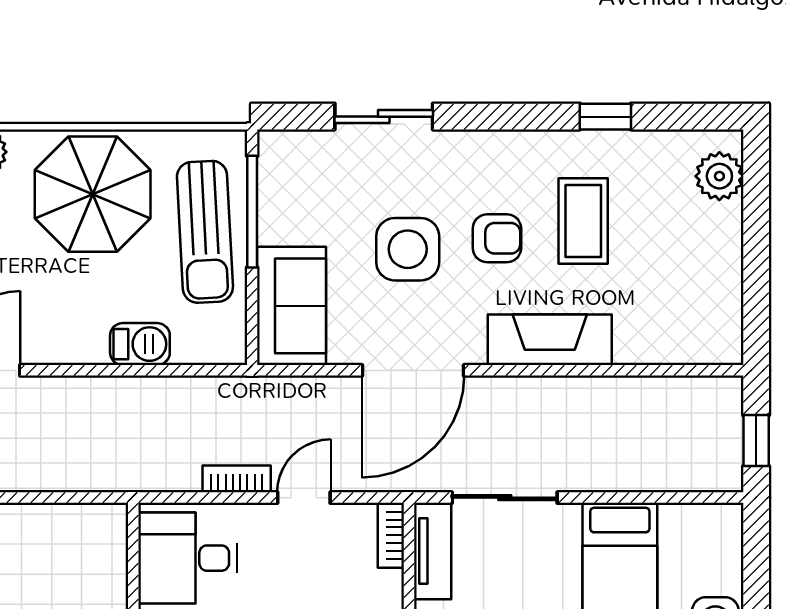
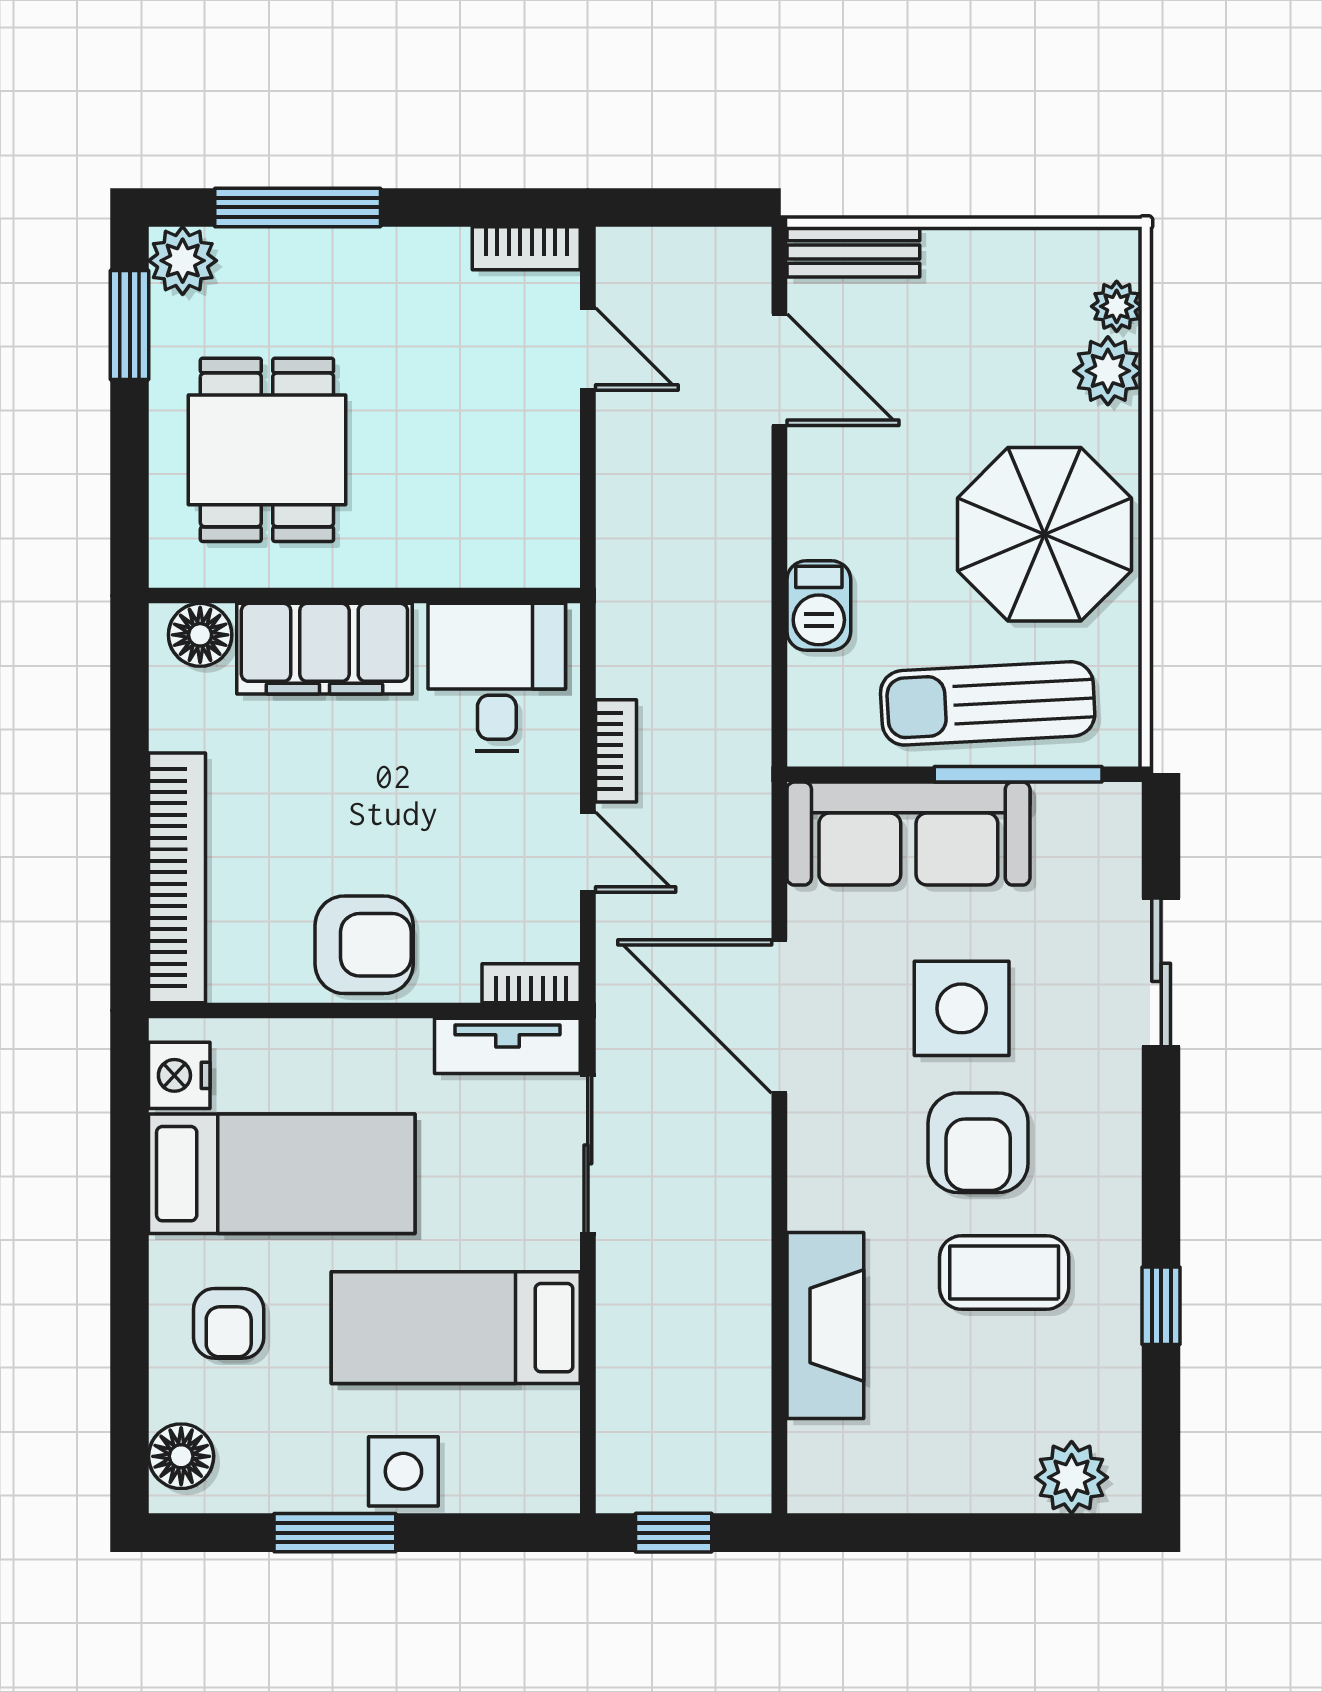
armchair: (497, 238) -> (978, 1143), width x1.38, depth x1.38
sofa: (291, 306) -> (908, 834), width x1.36
fireplace: (550, 340) -> (825, 1325), moved

